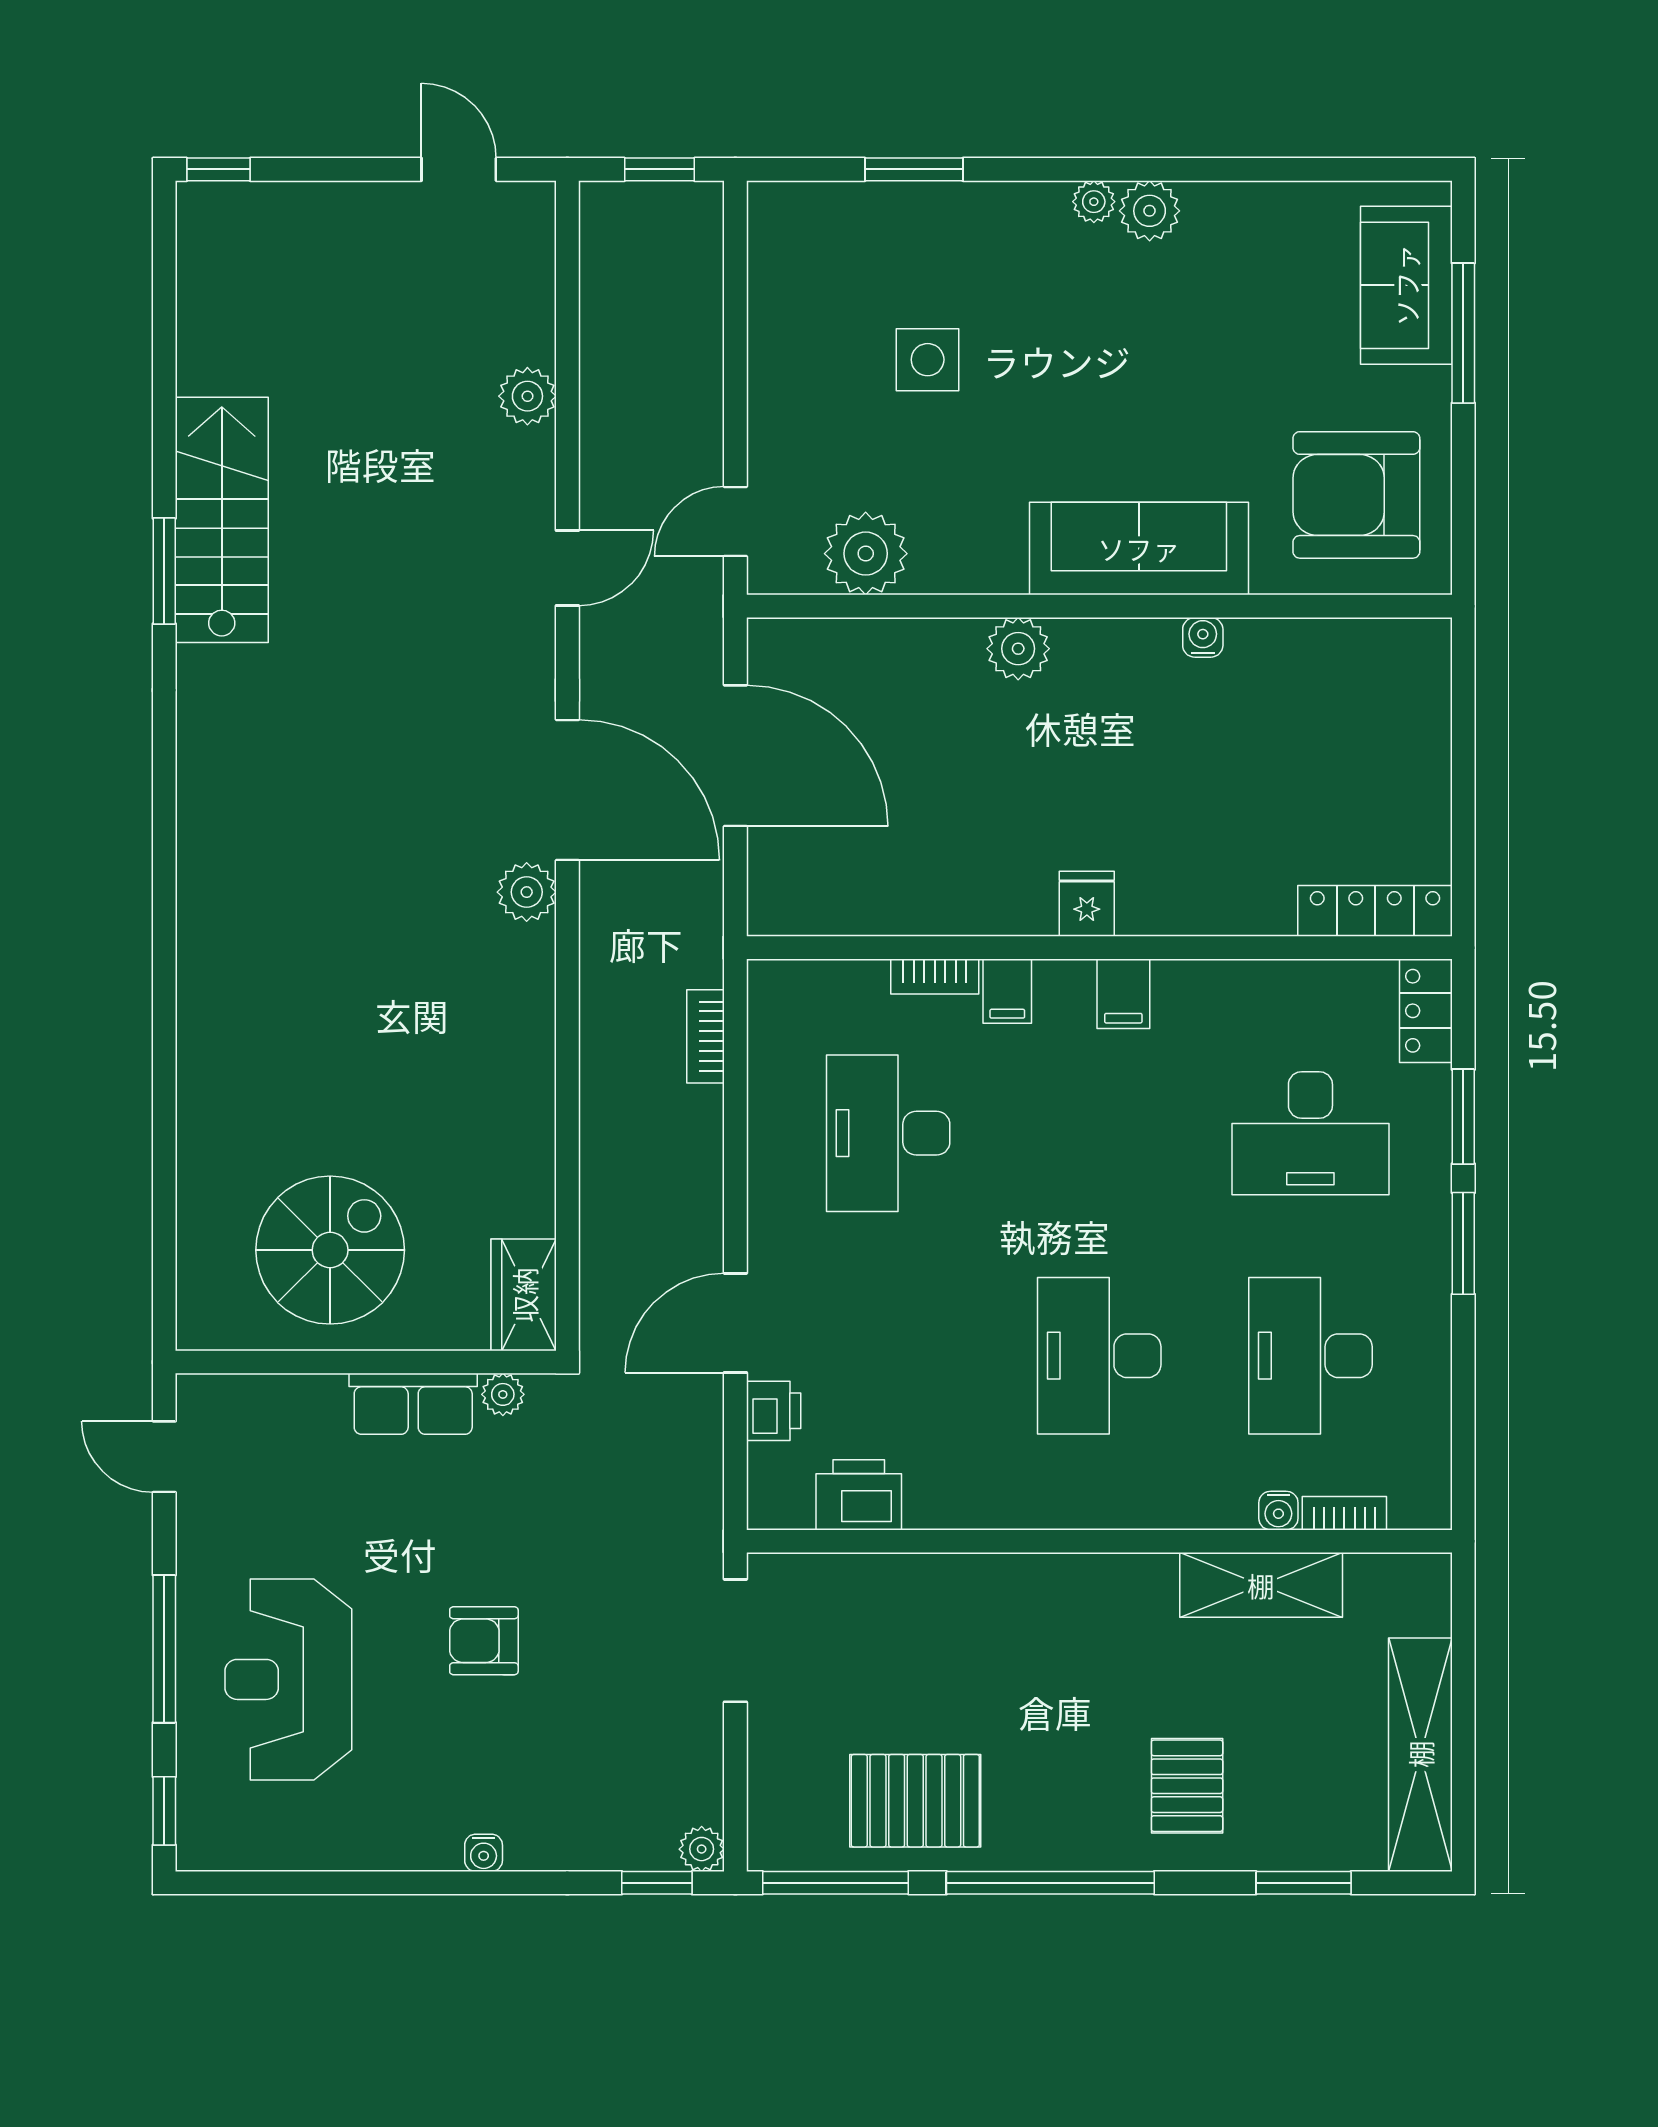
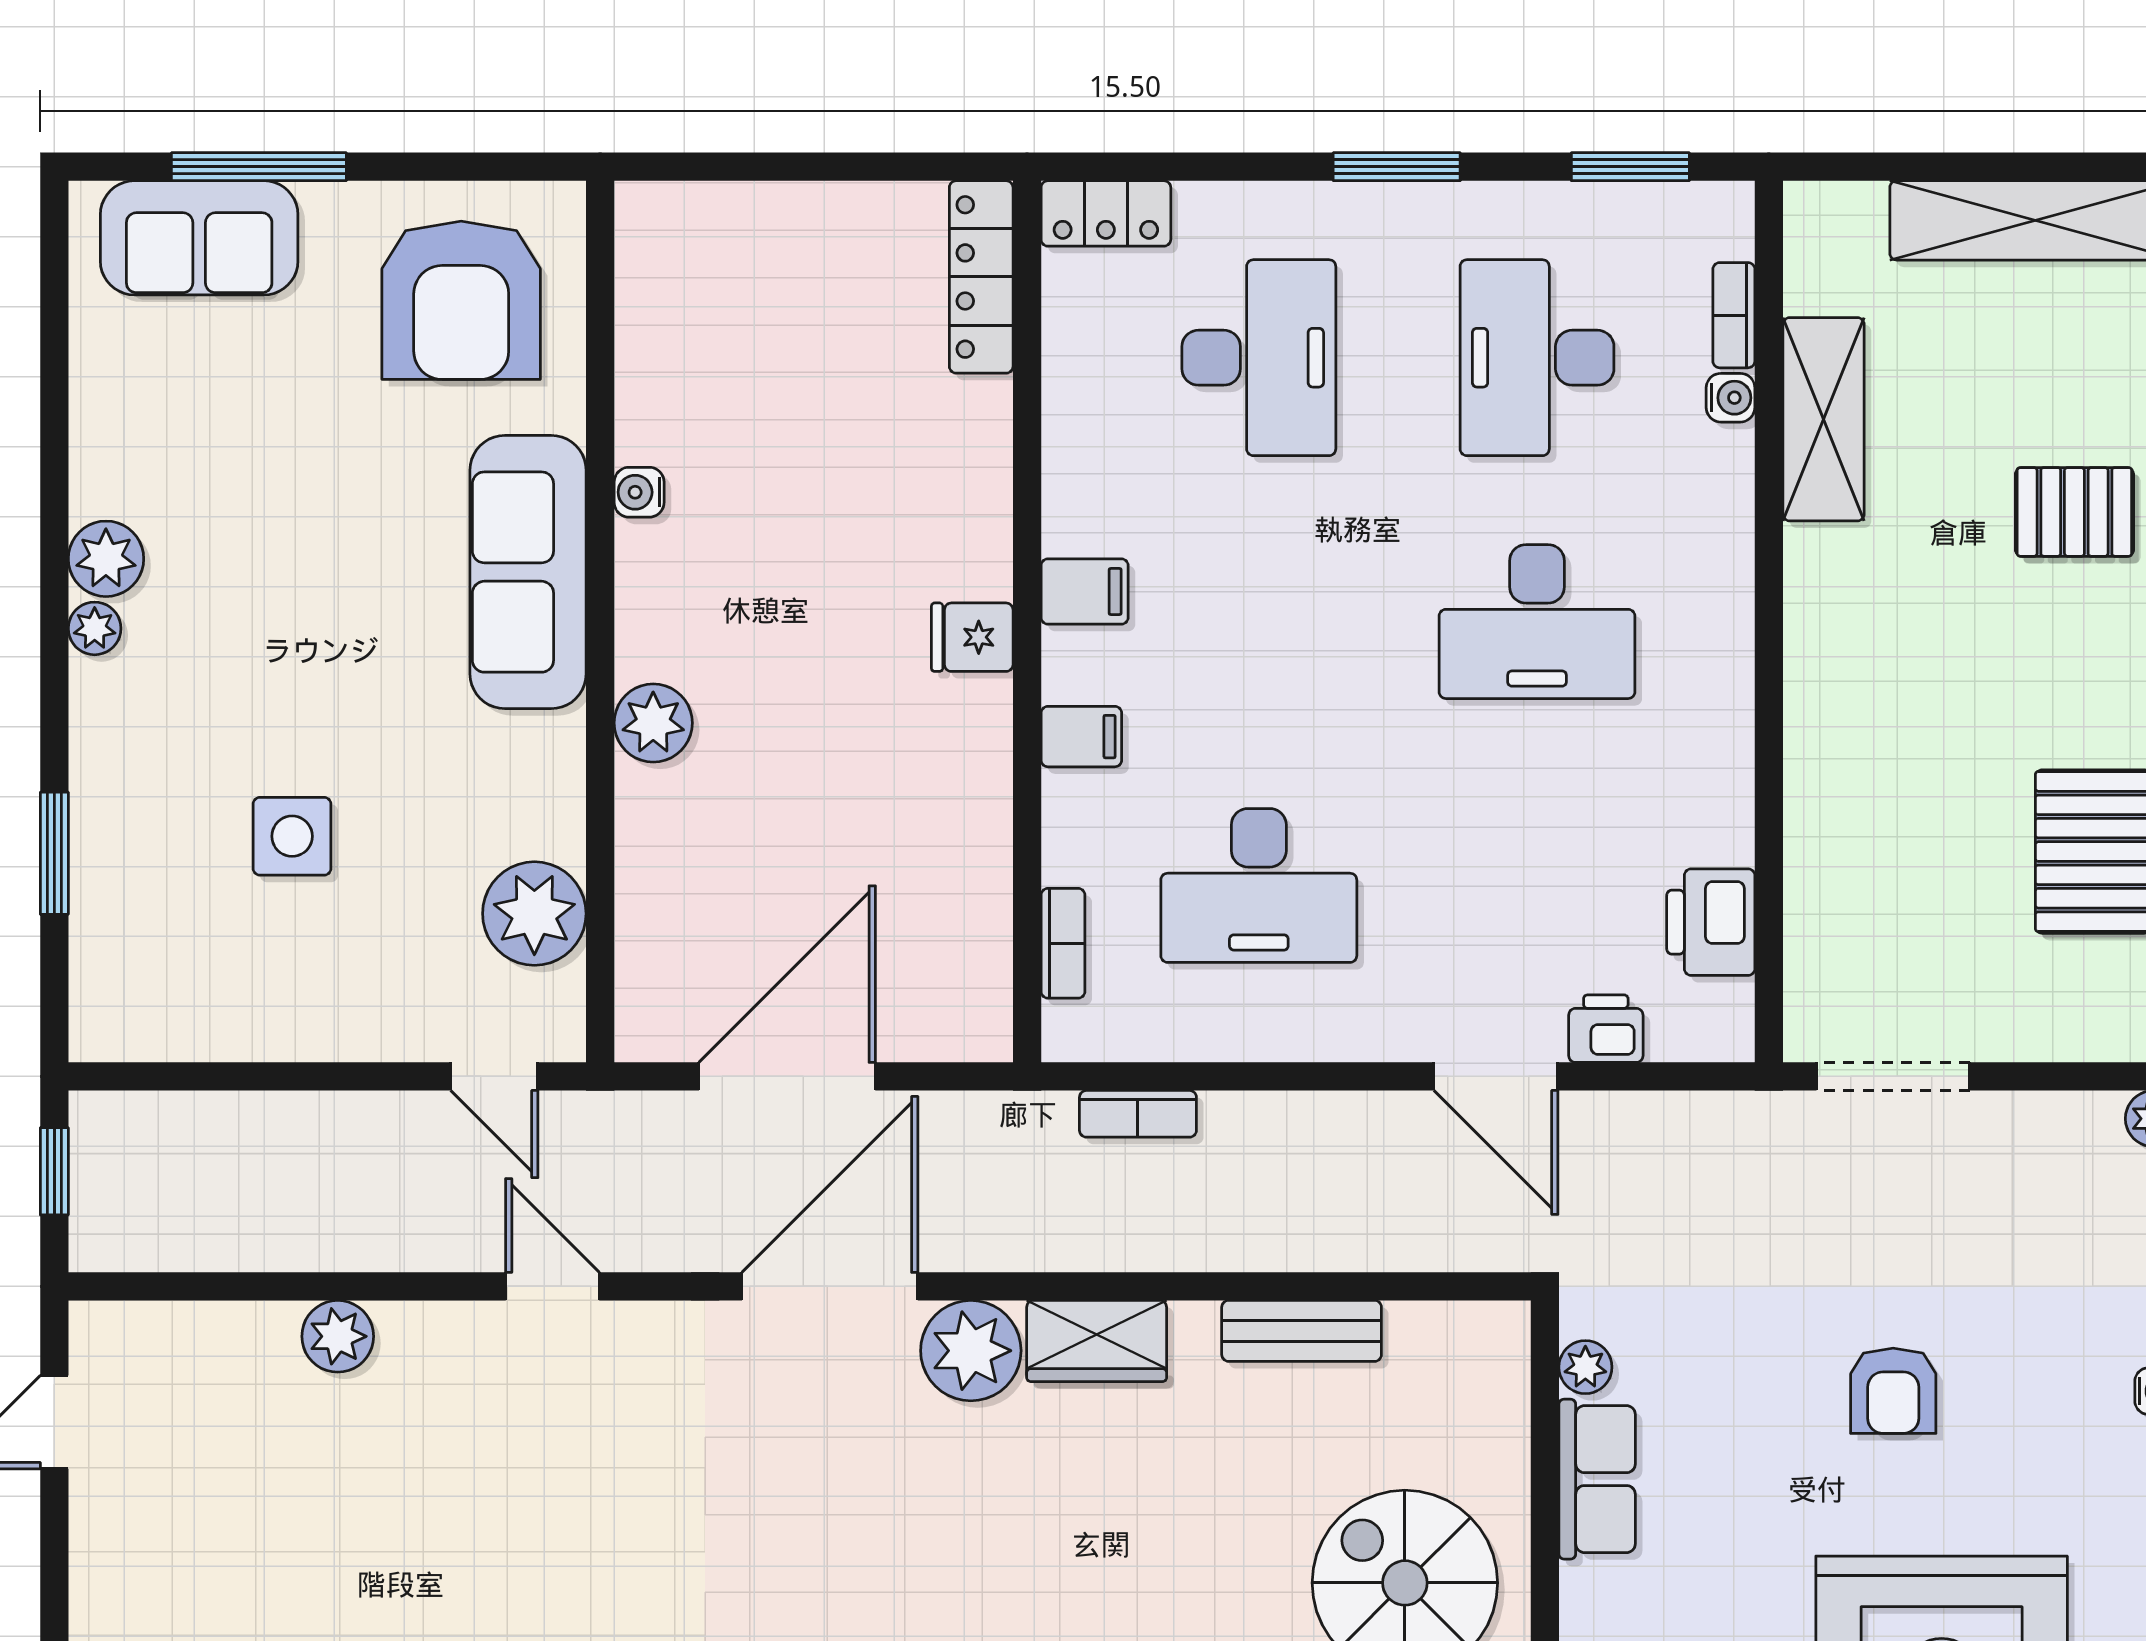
plant: (527, 892) -> (971, 1351), width x1.36, depth x1.36
bookcase: (935, 976) -> (1063, 943), moved
window: (1463, 1117) -> (1630, 167), moved
bench: (532, 1167) -> (1302, 1331), added
wardrobe: (524, 1295) -> (1097, 1341), moved
desk: (1310, 1356) -> (1537, 358), turned 90

